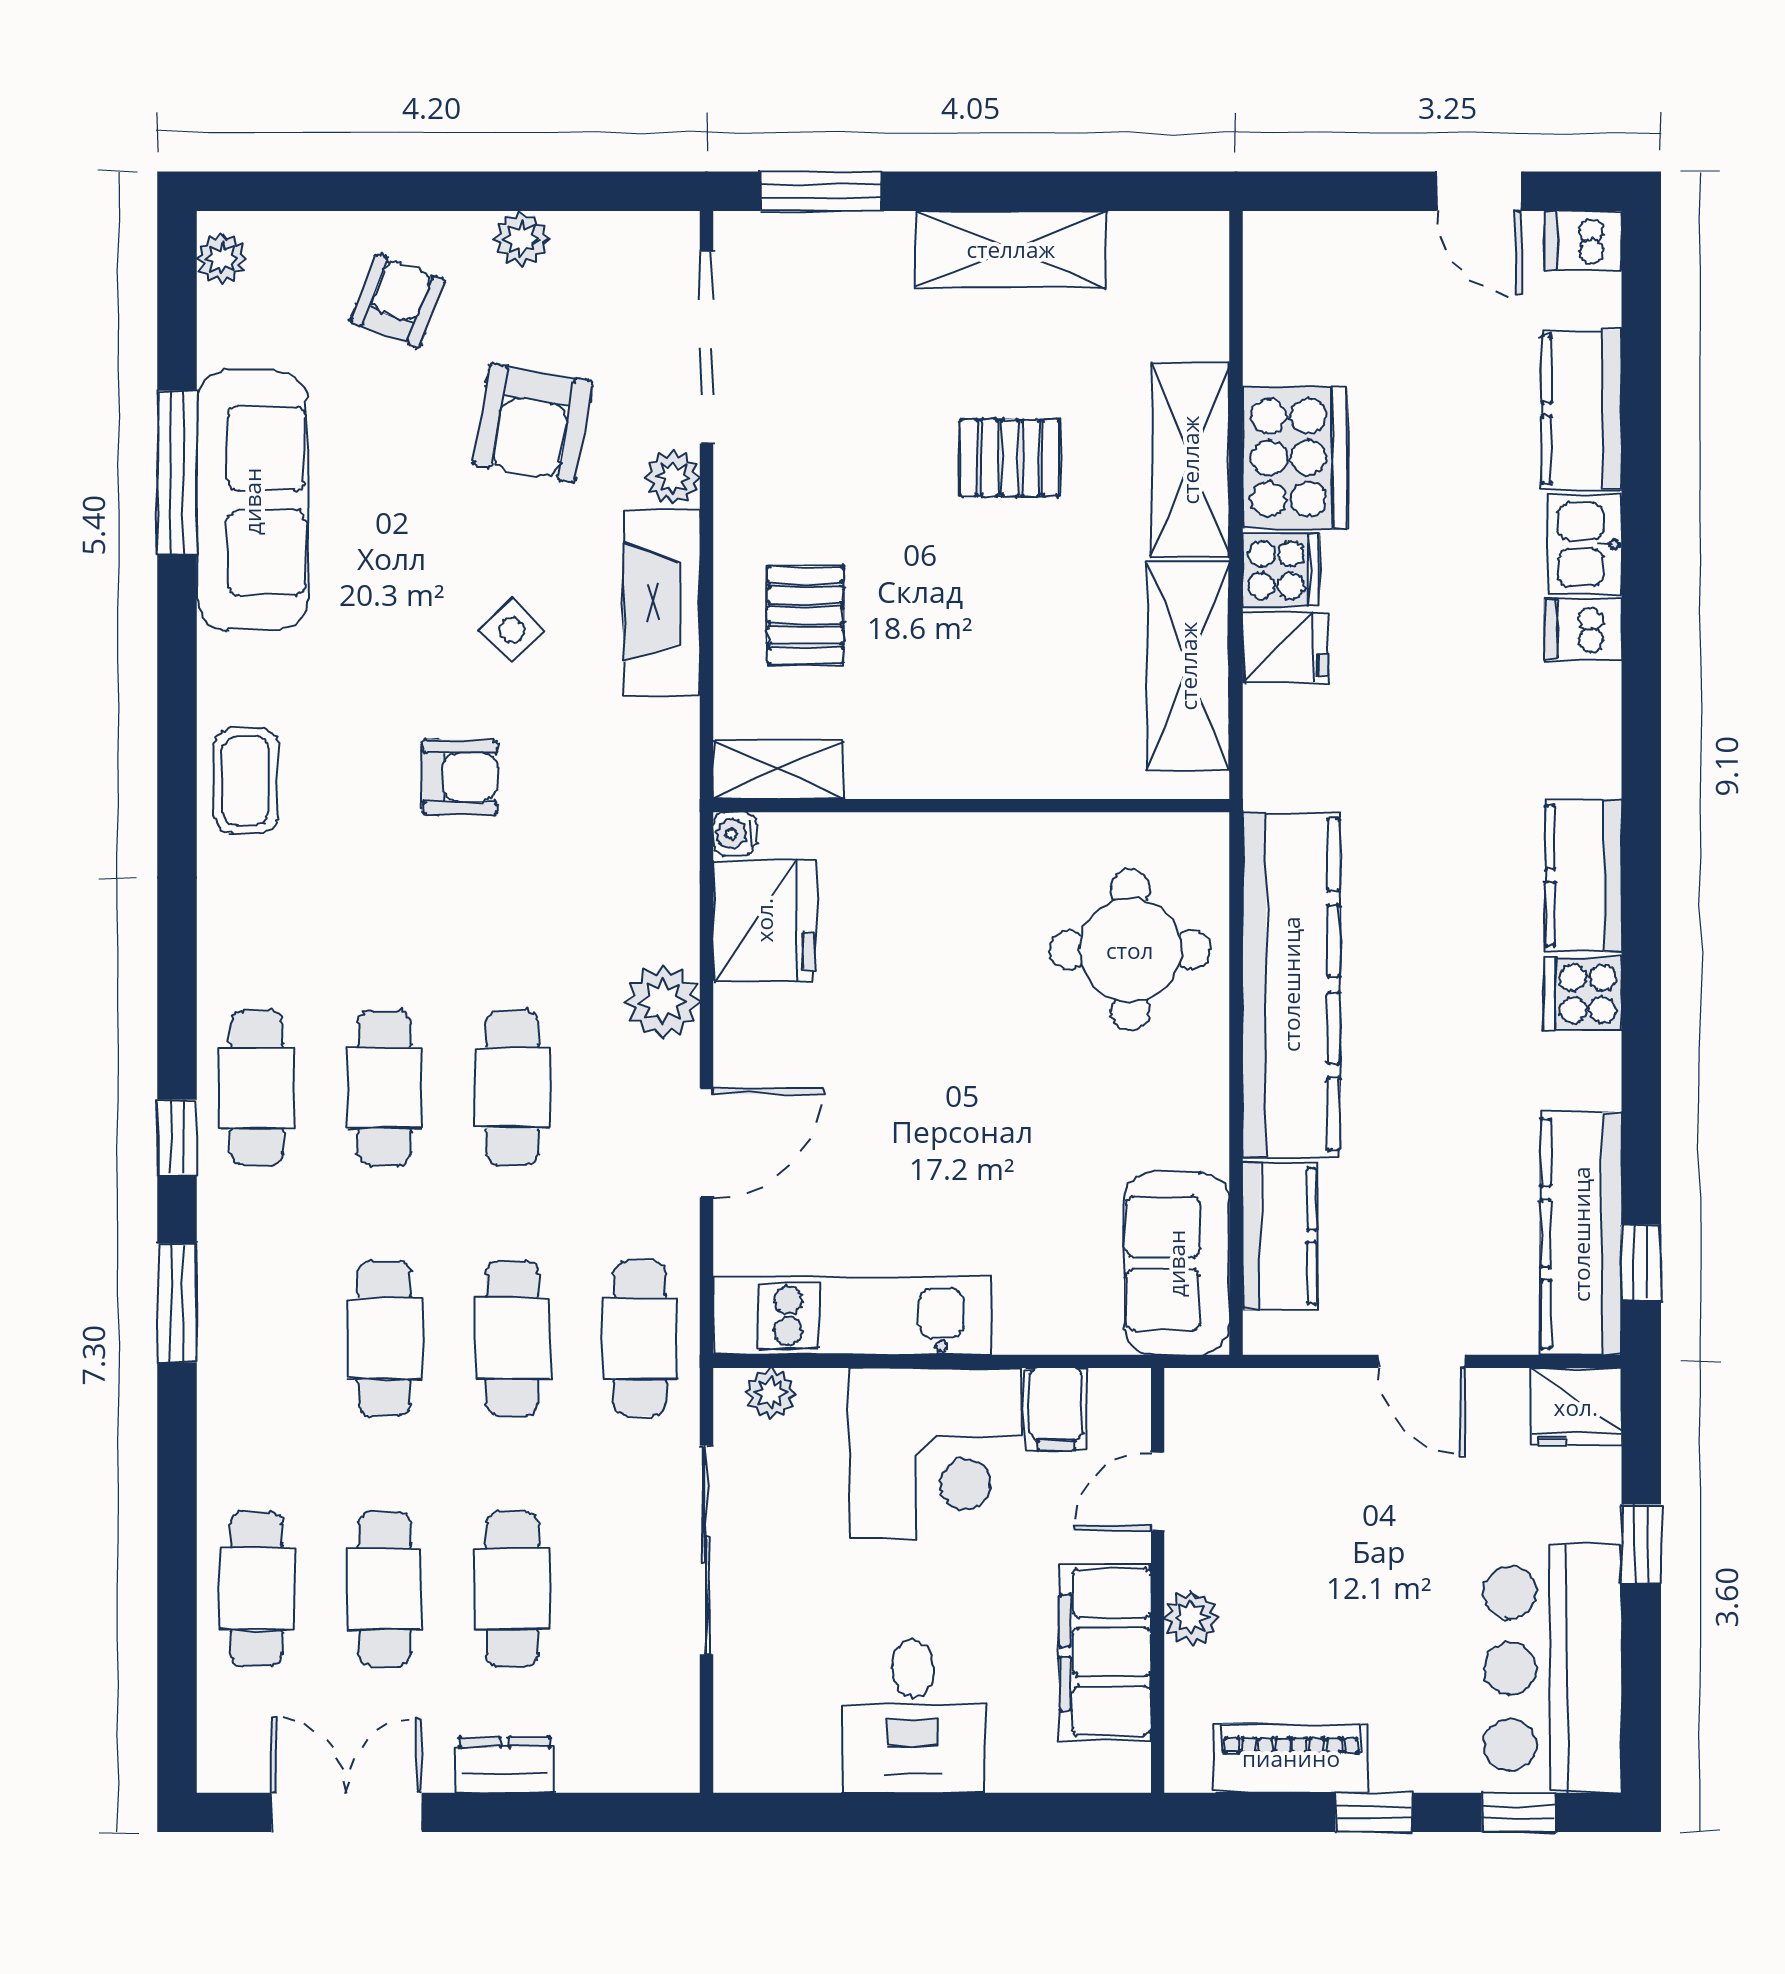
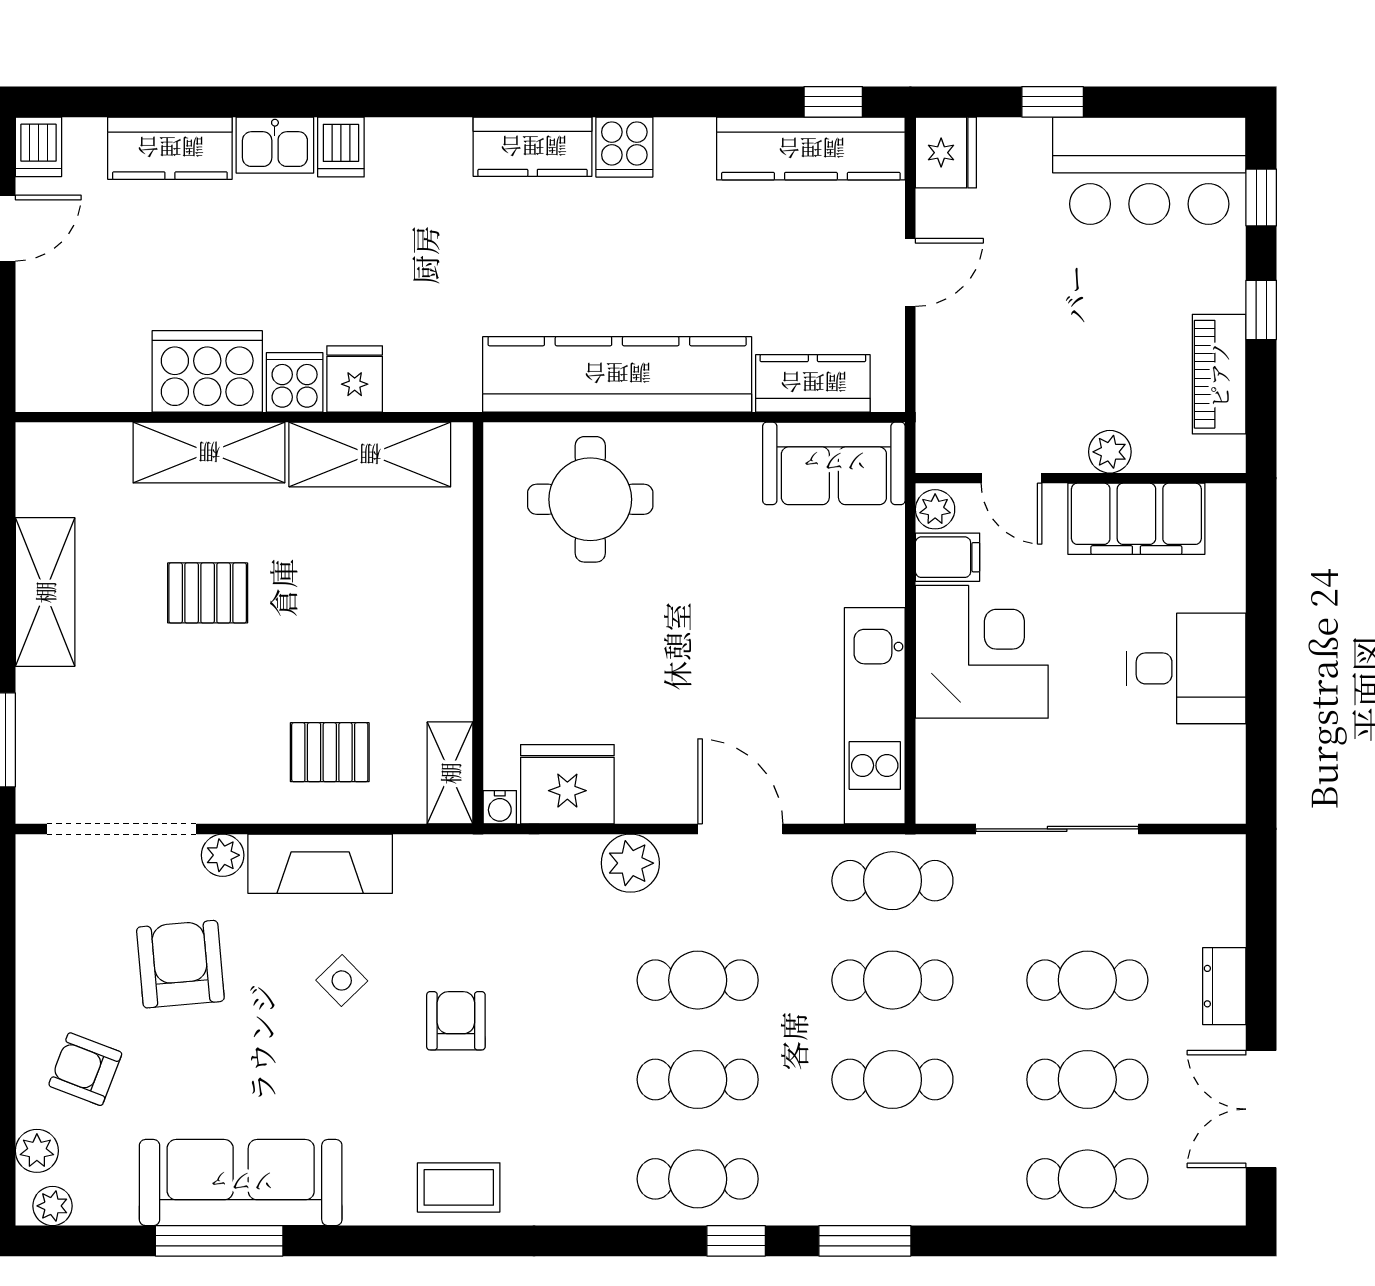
plant: (521, 239) -> (37, 1151), moved
armchair: (533, 423) -> (180, 964), turned -105
pallet: (1010, 458) -> (208, 593), turned 90
plant: (771, 1393) -> (935, 509), moved

